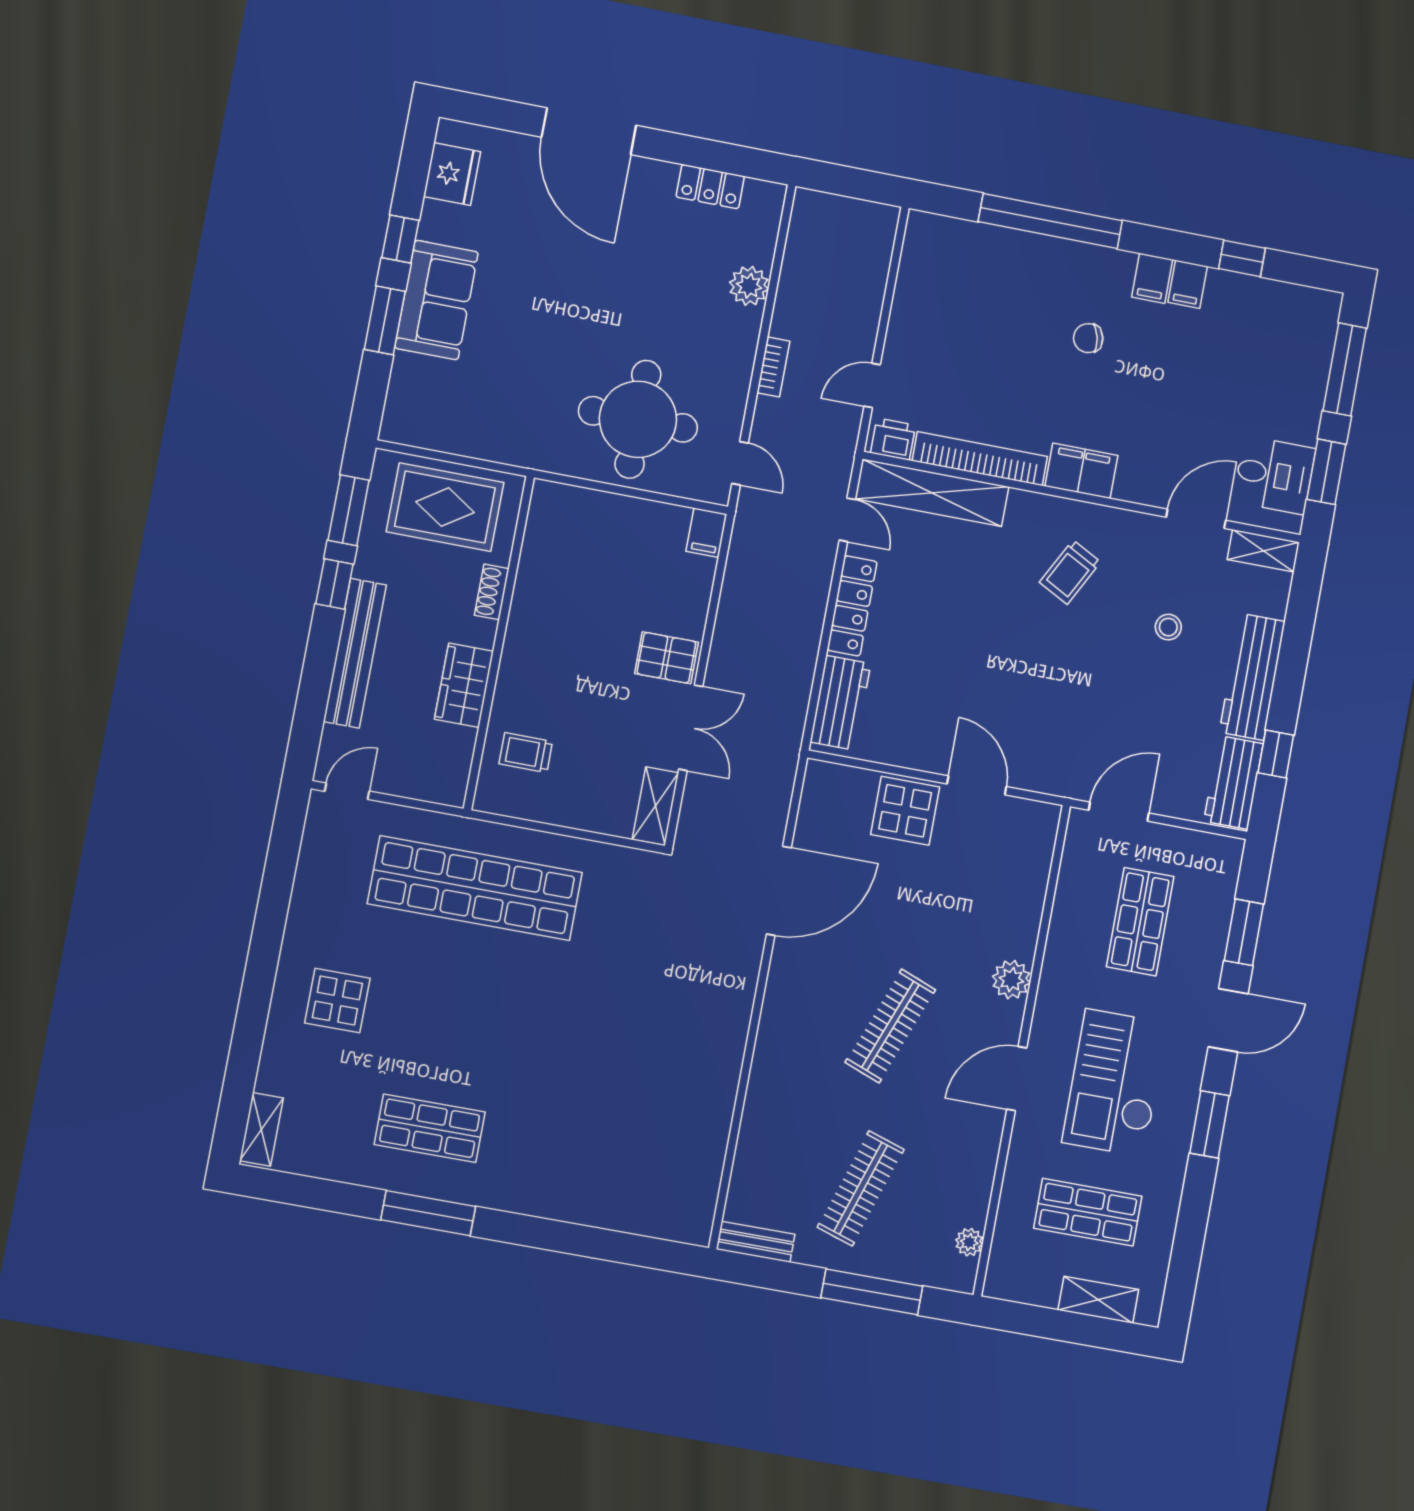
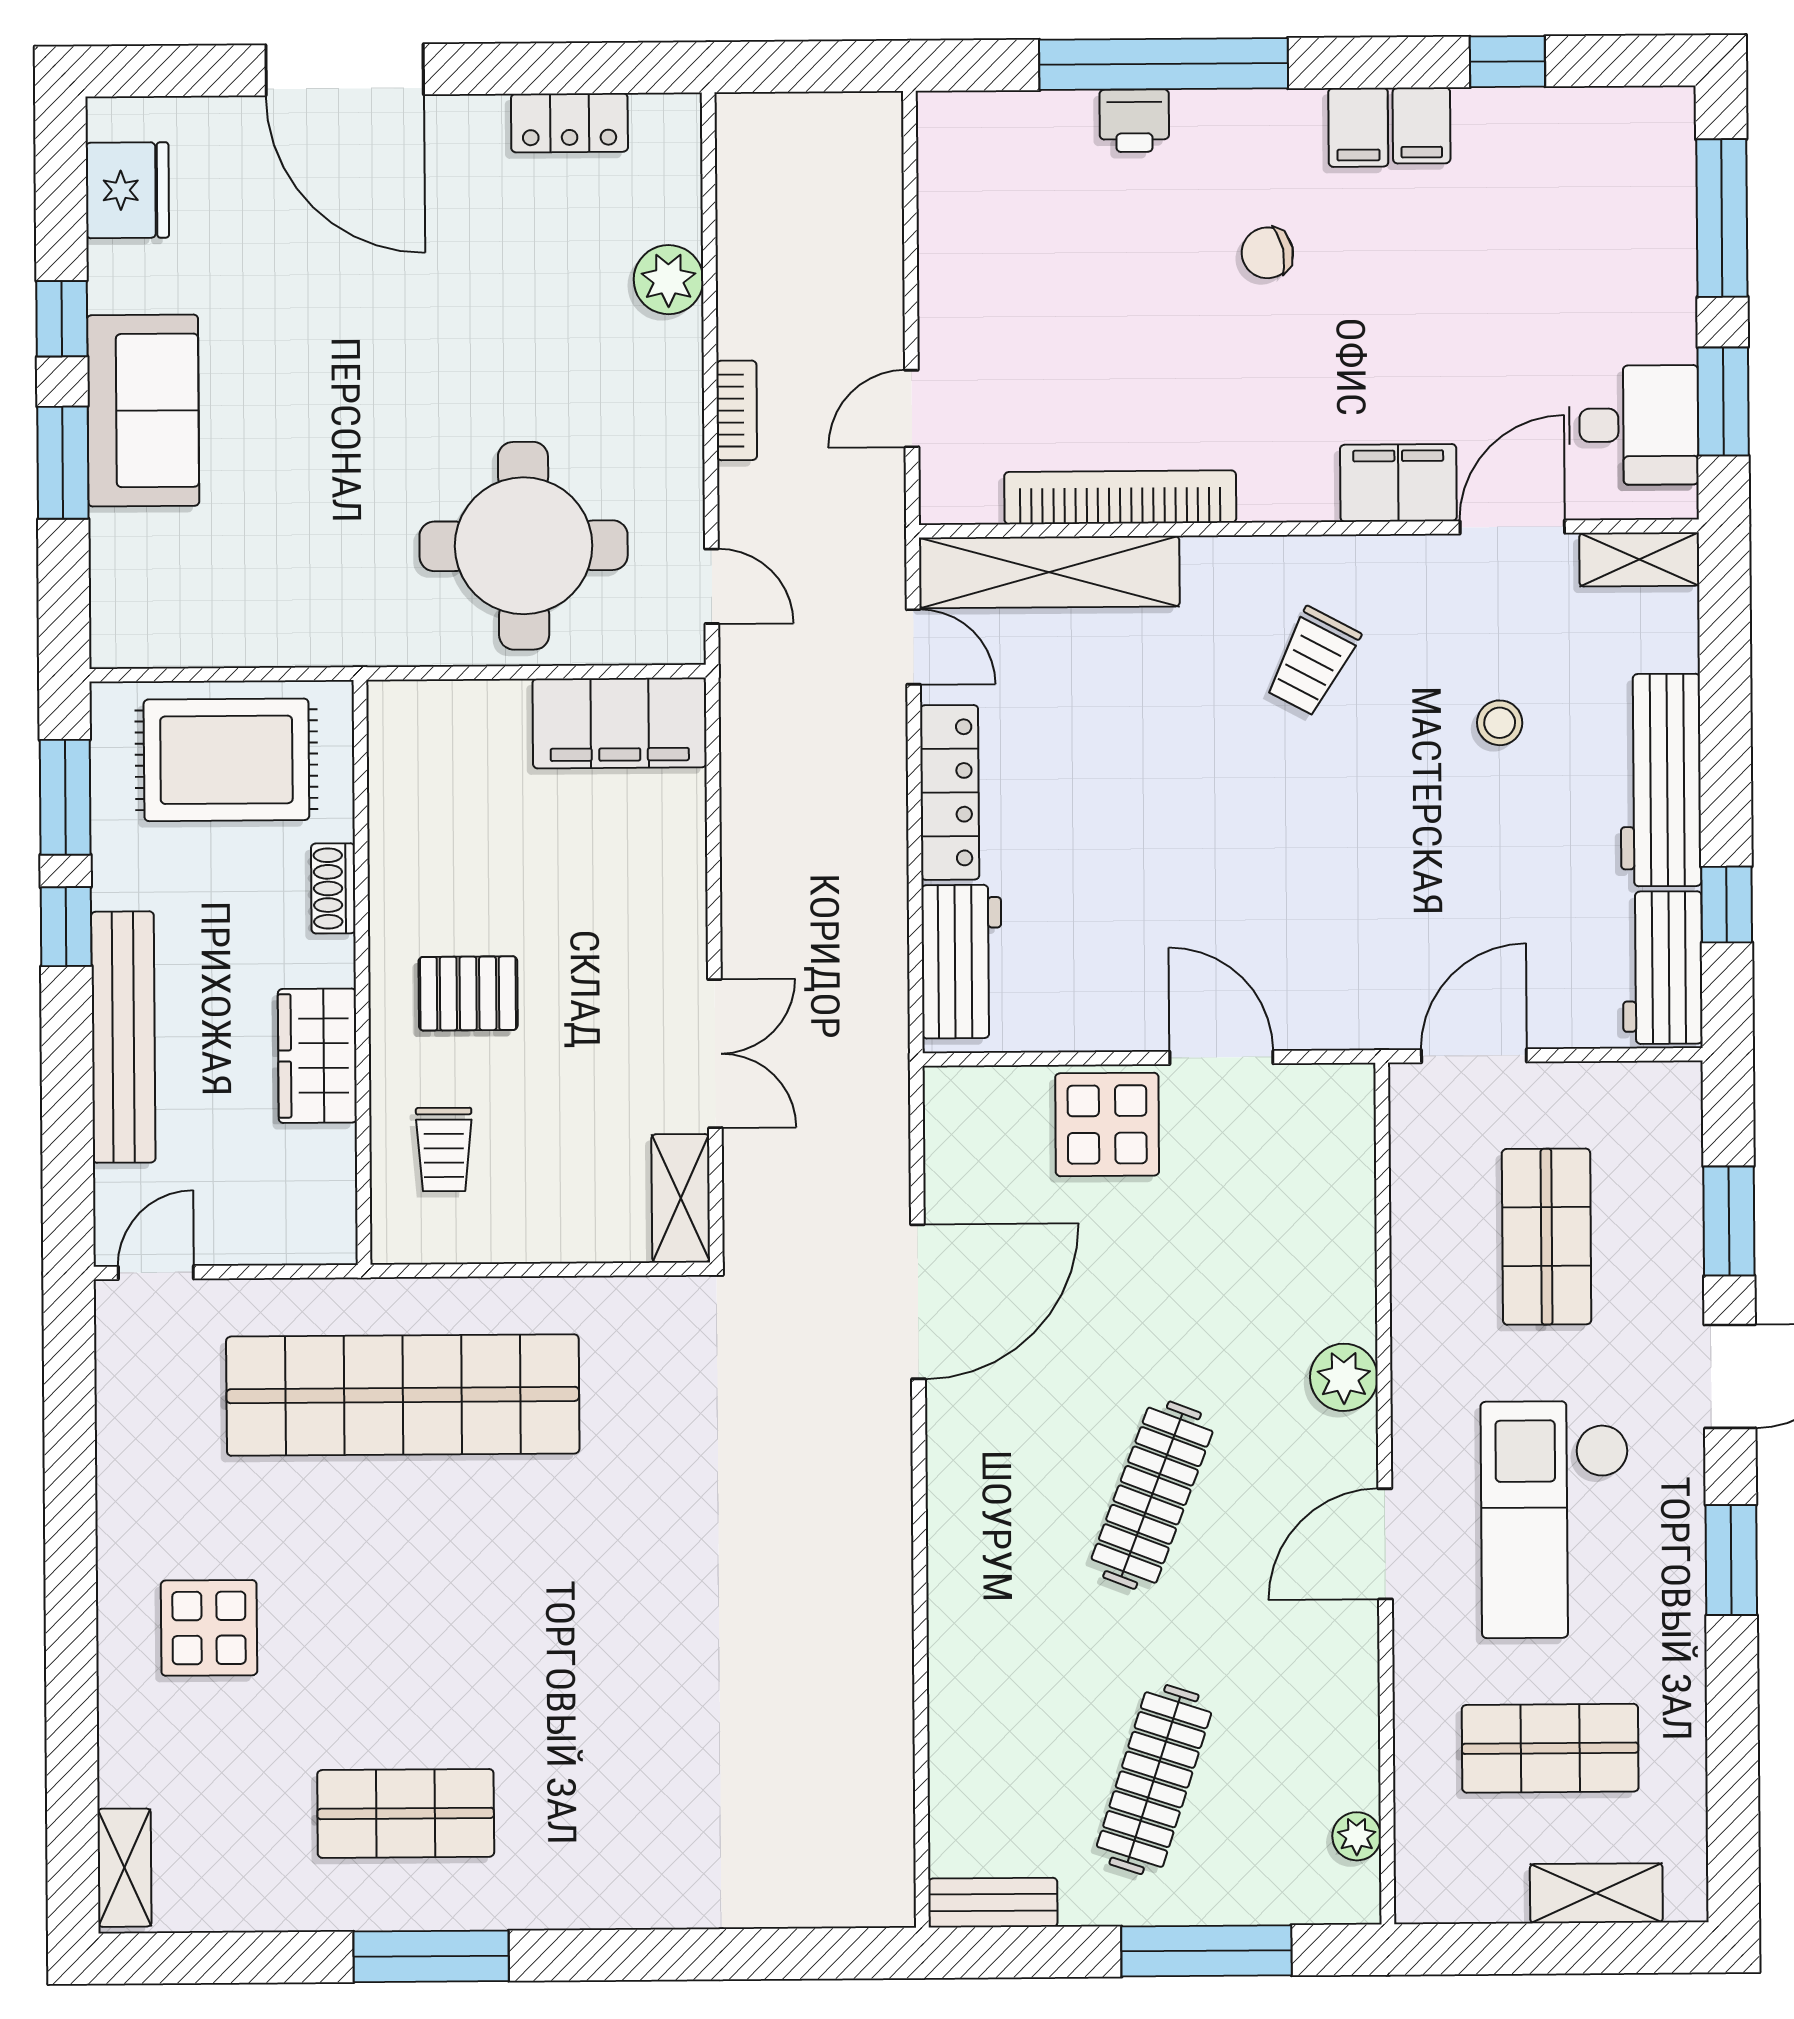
printer: (893, 439) -> (1134, 121), moved, turned 180
filing cabinet: (1081, 471) -> (1398, 483), moved
filing cabinet: (706, 533) -> (620, 723), width x3.00, depth x1.17
pallet: (666, 658) -> (468, 993), moved
trolley: (526, 753) -> (444, 1150), turned -90

